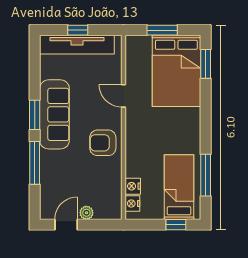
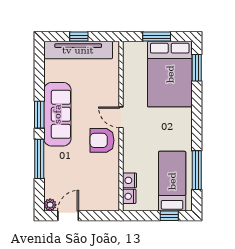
door: (124, 96) -> (121, 117), moved
plant: (86, 213) -> (50, 205), moved

